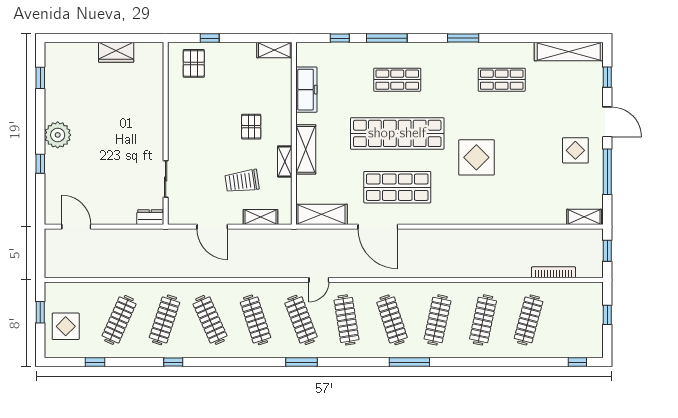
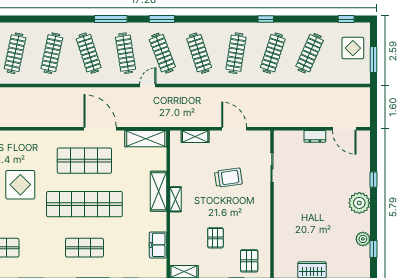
plant: (53, 90) -> (363, 239), added
freezer: (306, 90) -> (158, 245), width x0.71
pallet: (251, 127) -> (215, 238), moved
shelving: (285, 161) -> (175, 199), moved
trolley: (242, 181) -> (228, 178), moved
dresser: (150, 217) -> (315, 136), moved
window: (40, 312) -> (373, 59), width x1.50
clothes rail: (210, 320) -> (236, 53), turned 33
window: (95, 362) -> (346, 19), moved
window: (409, 362) -> (111, 19), moved

